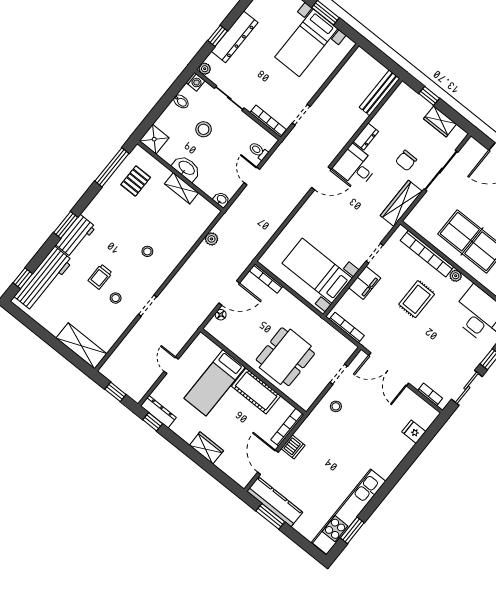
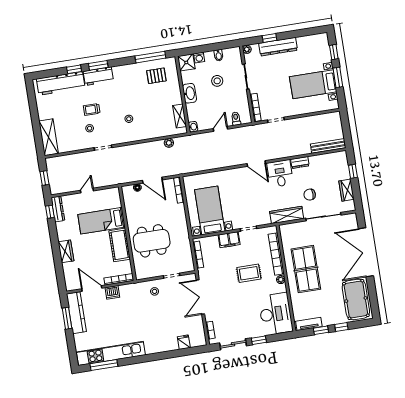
washing machine: (195, 82) -> (199, 58), moved
shelving: (182, 188) -> (180, 116), moved
window: (23, 278) -> (74, 69), moved
door: (268, 462) -> (92, 288), hinge flipped
window: (352, 530) -> (104, 365), width x1.44

